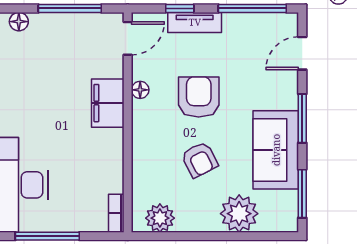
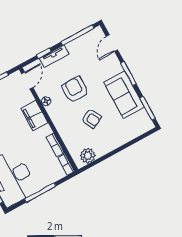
bookcase: (115, 171) -> (55, 145), added
plant: (239, 214) -> (123, 133), removed

